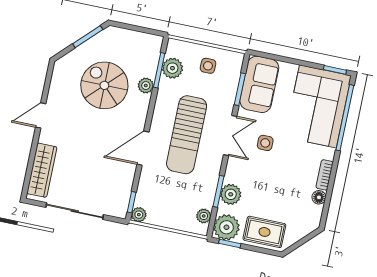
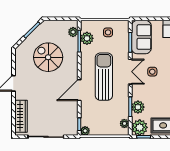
plant: (146, 86) -> (73, 32), moved
sun lounger: (187, 135) -> (104, 77), turned 180

